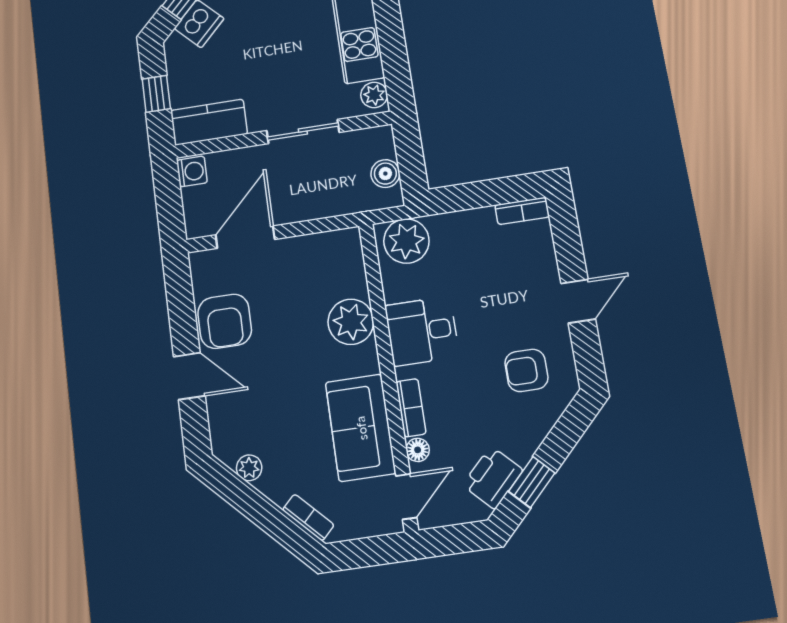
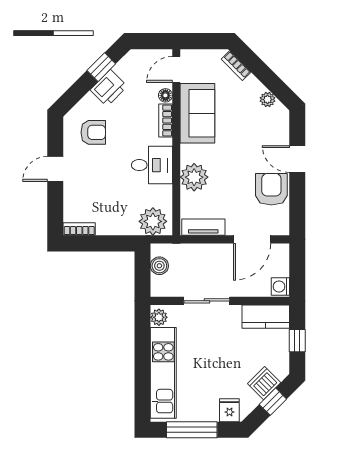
tv unit: (325, 244) -> (203, 227), added
printer: (493, 478) -> (109, 88), moved

